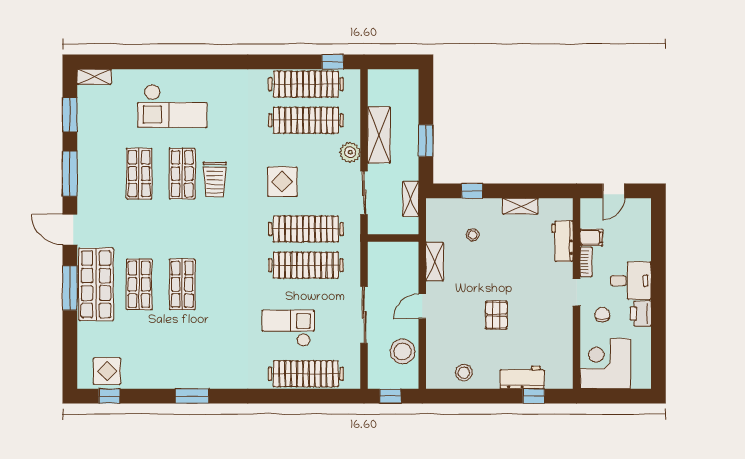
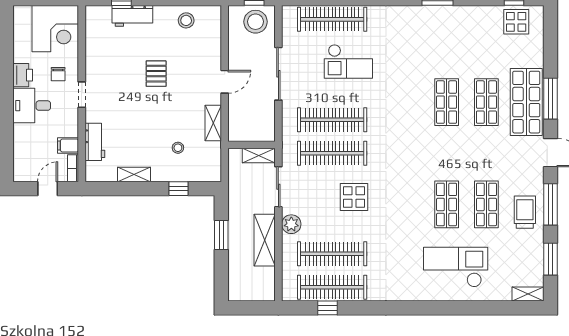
window: (333, 62) -> (328, 308), moved
trolley: (215, 179) -> (525, 212), moved
shelving: (411, 199) -> (259, 156), moved, turned 90
bookcase: (586, 262) -> (73, 168), moved
stool: (403, 351) -> (255, 22), moved

